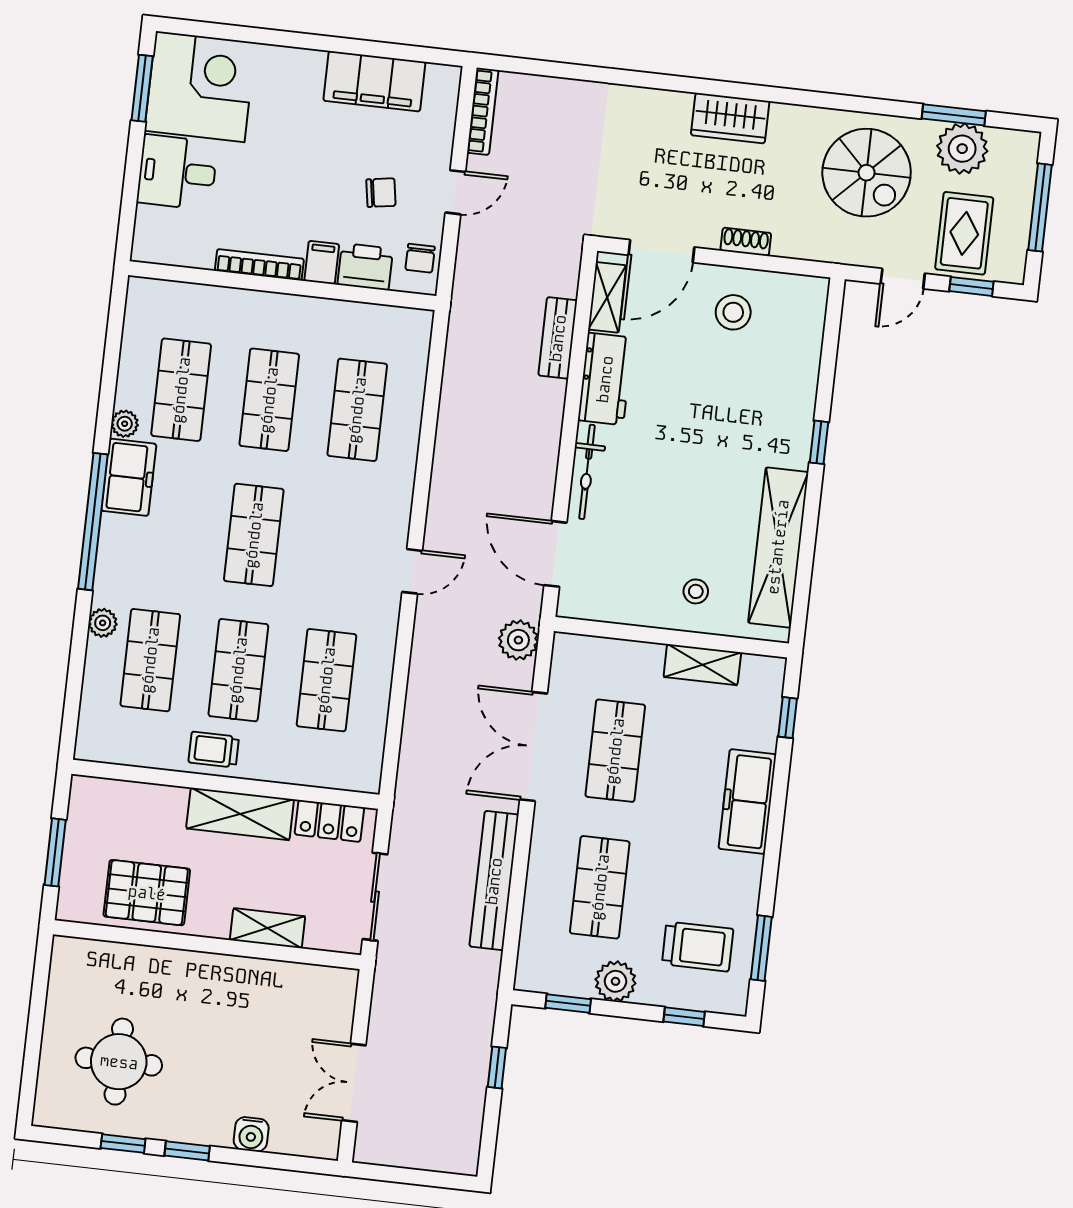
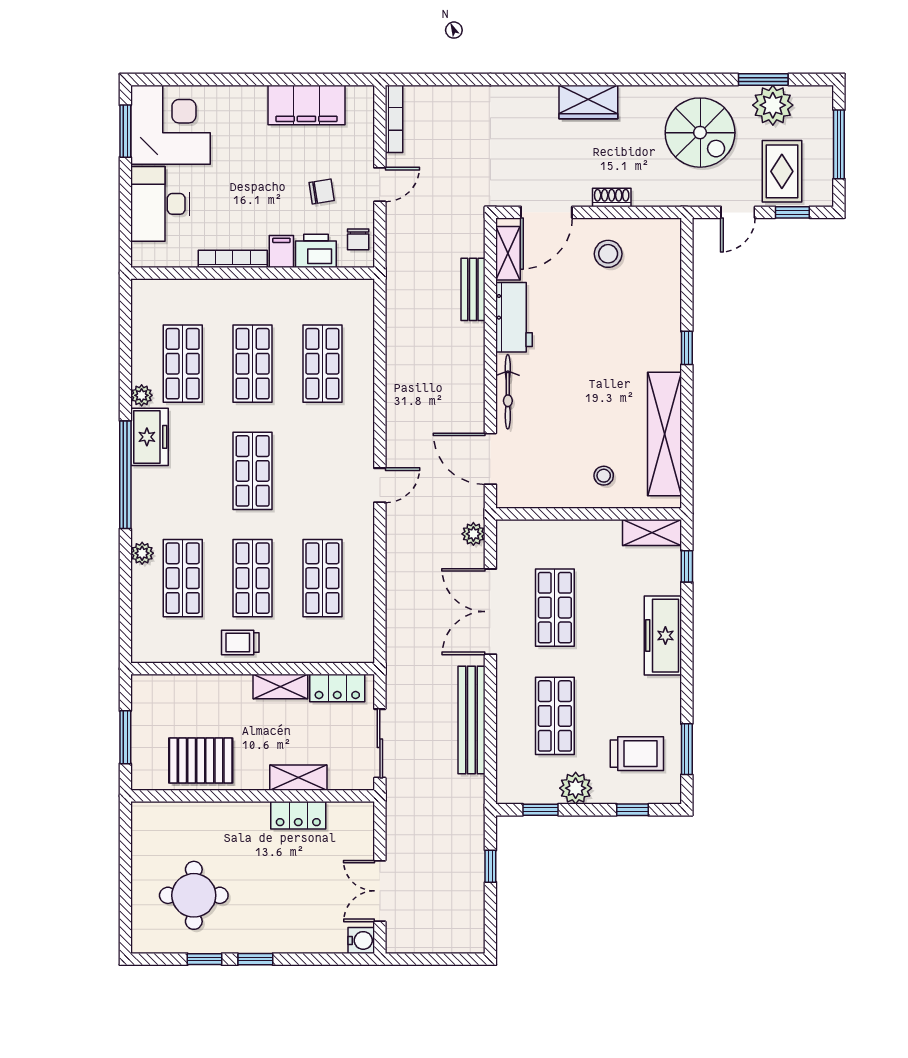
desk: (177, 172) -> (160, 204), width x1.37
plant: (518, 640) -> (473, 534), width x0.73, depth x0.73
shelving: (702, 665) -> (652, 532), moved
shelving: (240, 814) -> (280, 686), width x0.67, depth x0.75
locker: (262, 976) -> (298, 815), added
water cooler: (251, 1134) -> (361, 940), moved, turned -90

